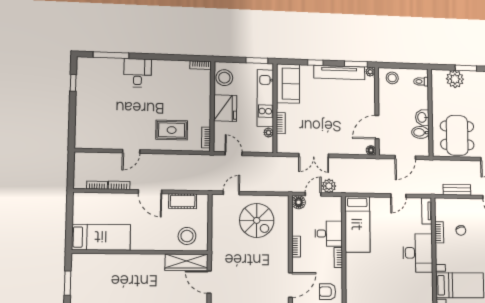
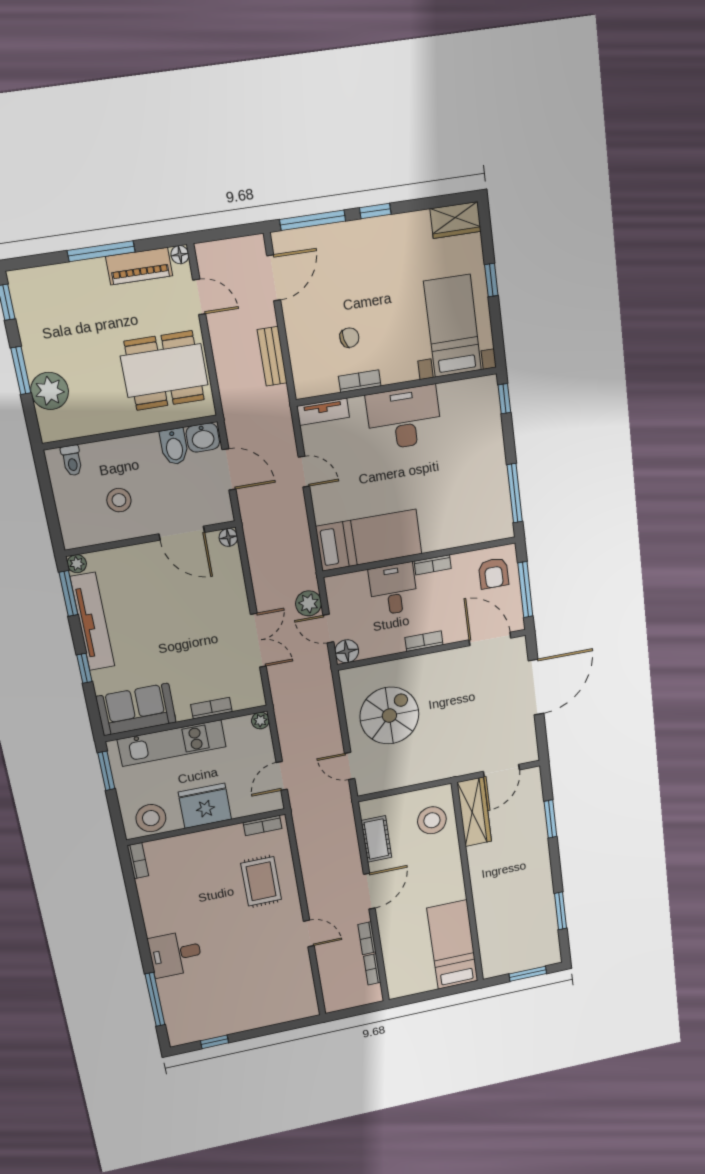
stool: (392, 78) -> (119, 500), moved
washbasin: (422, 117) -> (203, 438), moved
plant: (268, 133) -> (260, 721), moved

